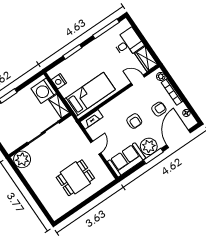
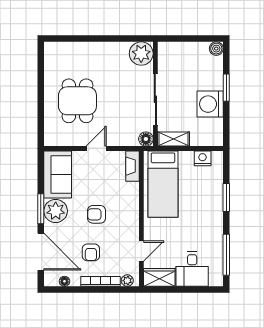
washing machine: (44, 91) -> (210, 104), moved, turned -90
floor lamp: (70, 122) -> (146, 139), added
door: (96, 148) -> (96, 148), swing flipped

